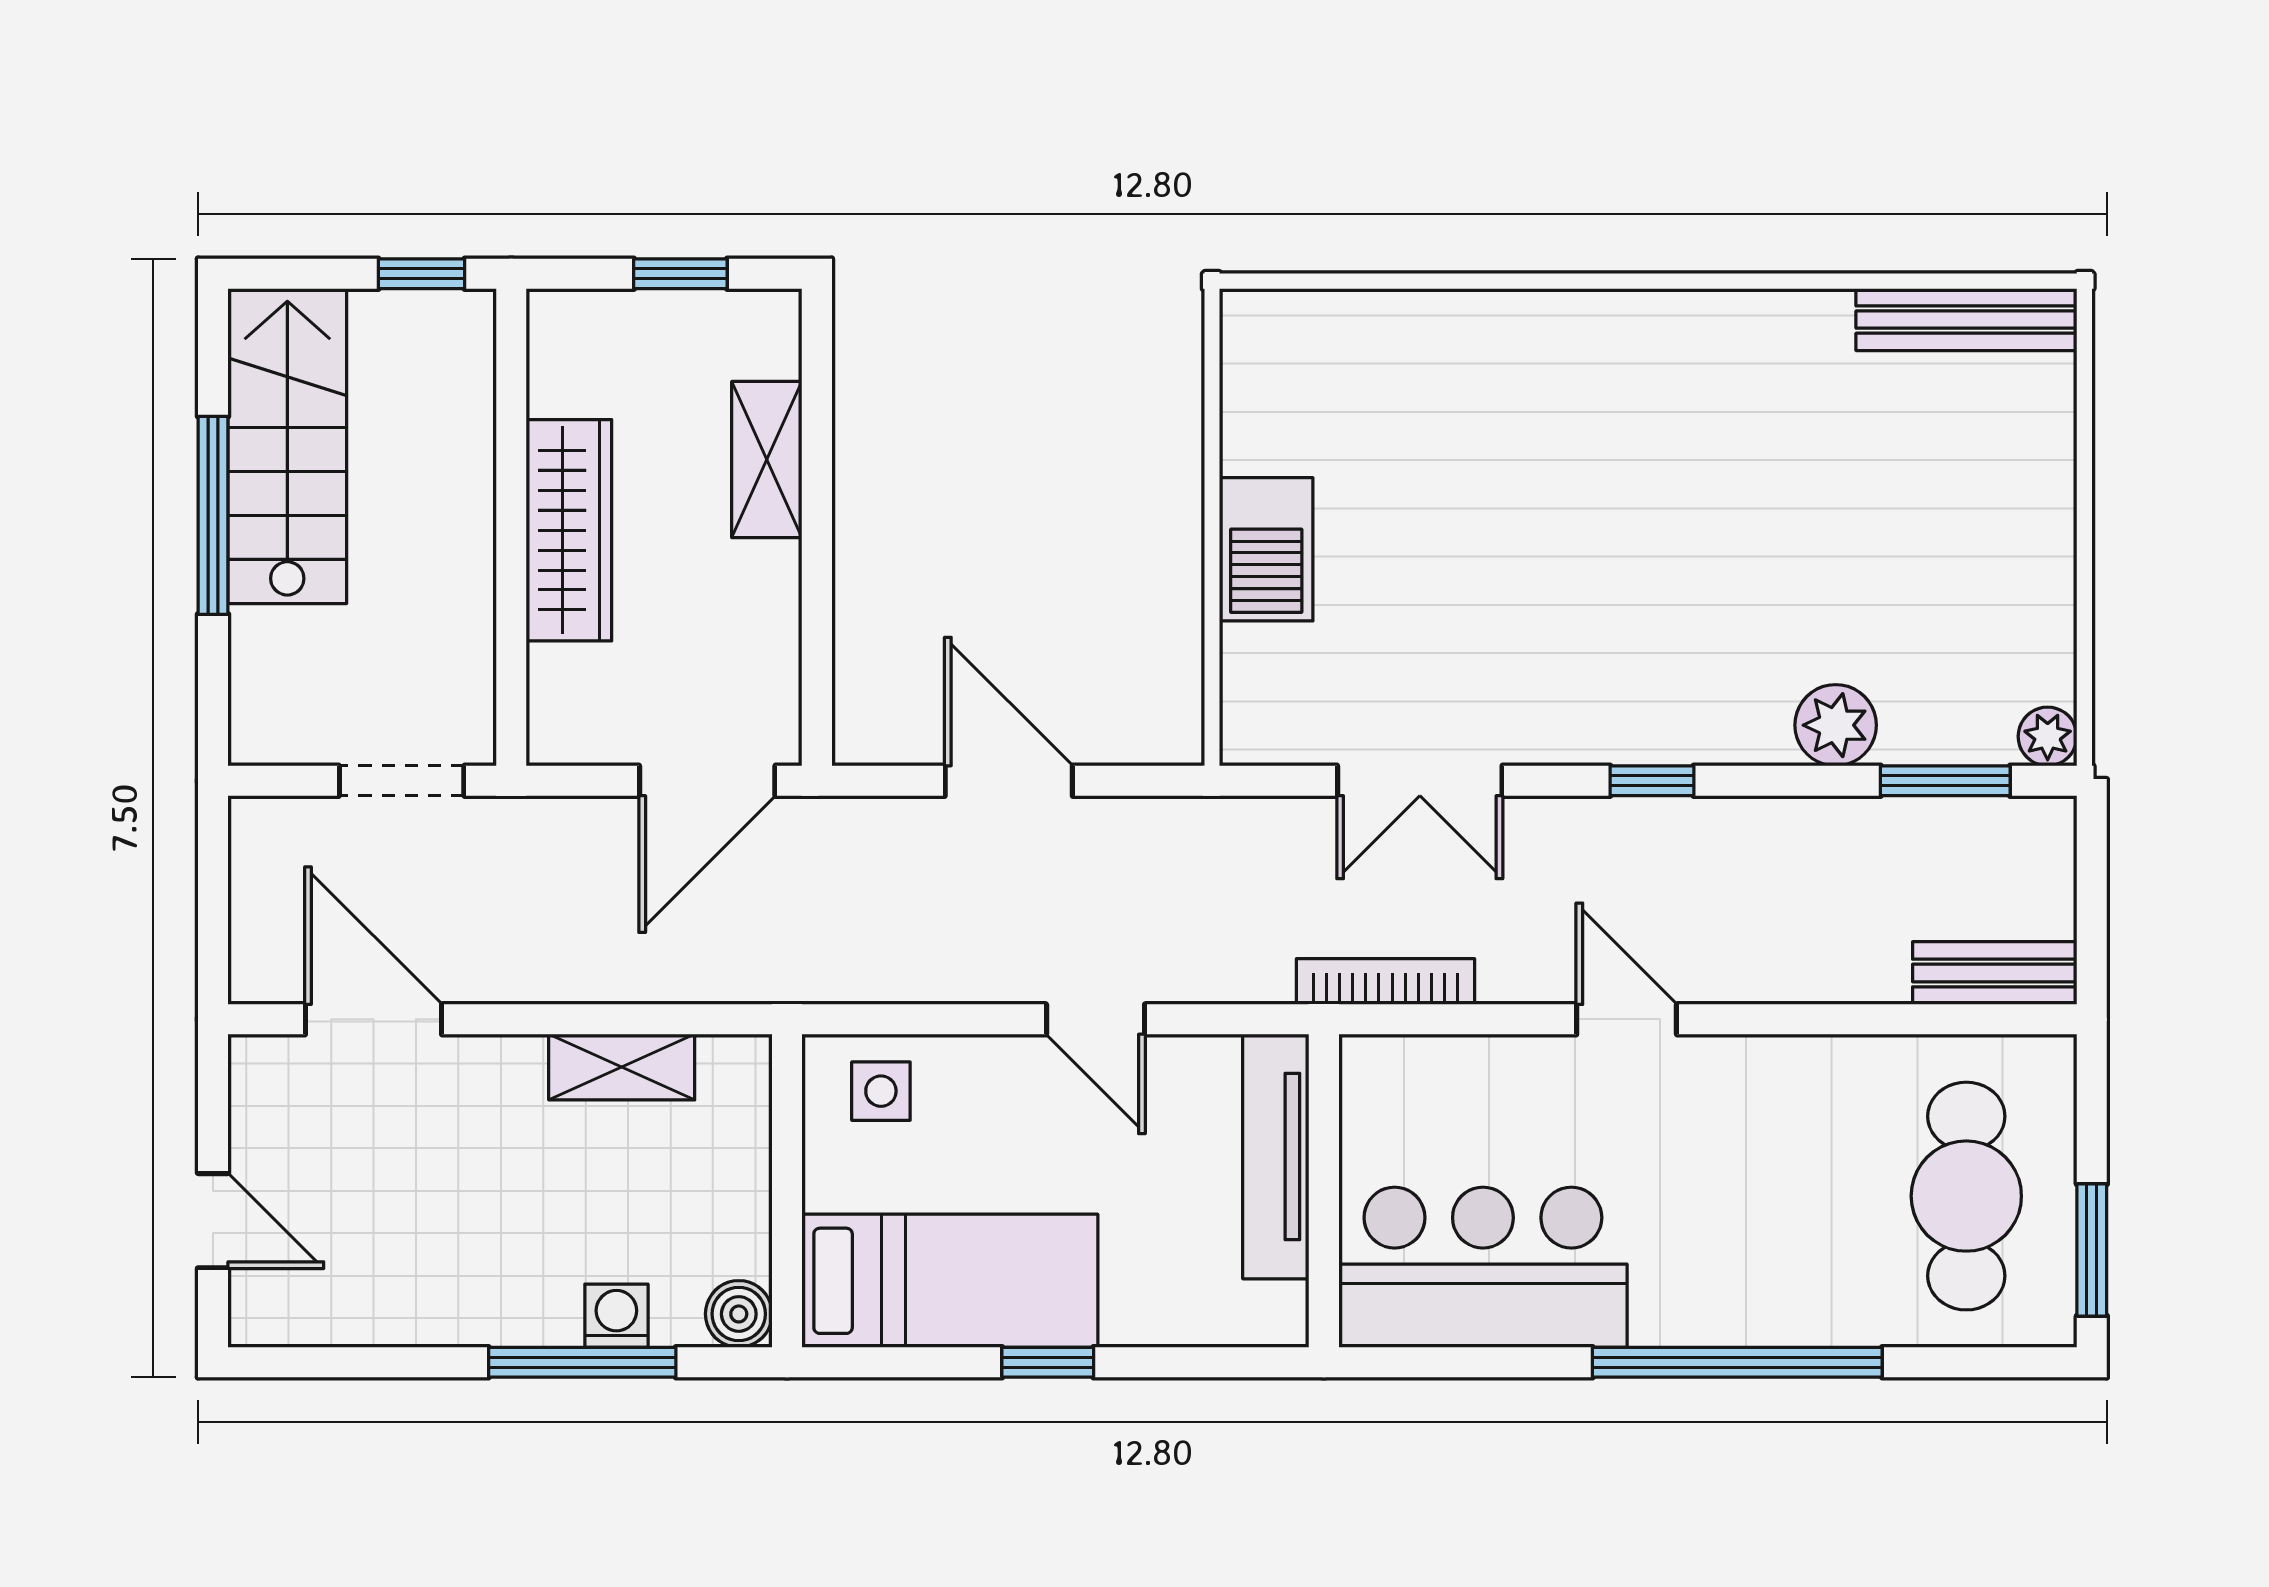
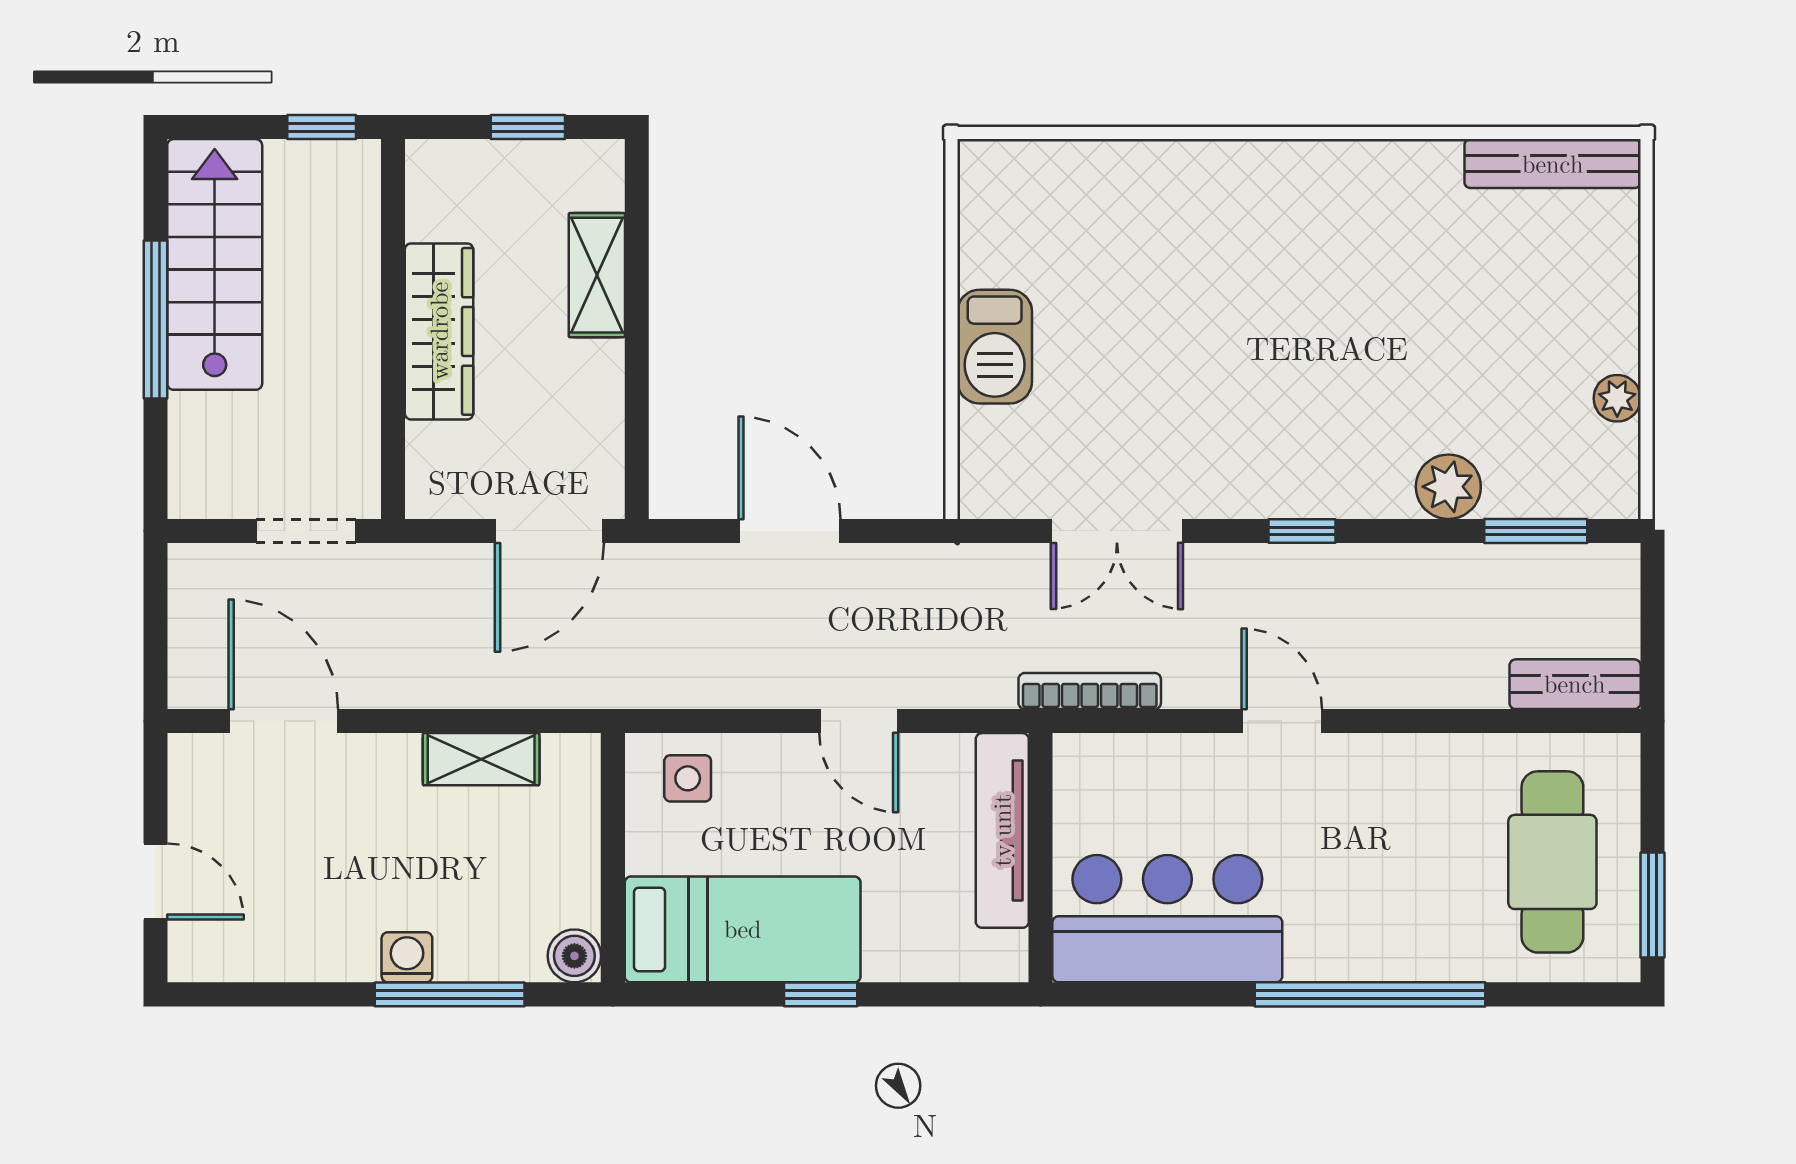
plant: (2048, 736) -> (1617, 398), moved
washing machine: (616, 1316) -> (407, 957), moved

